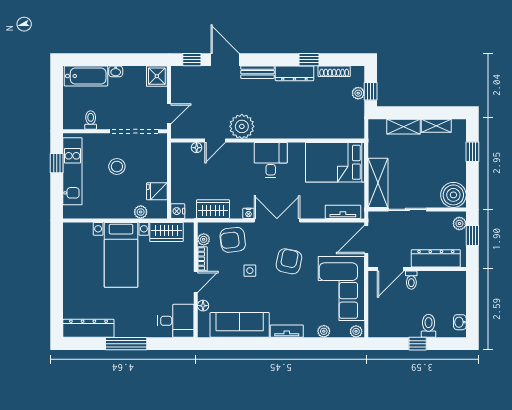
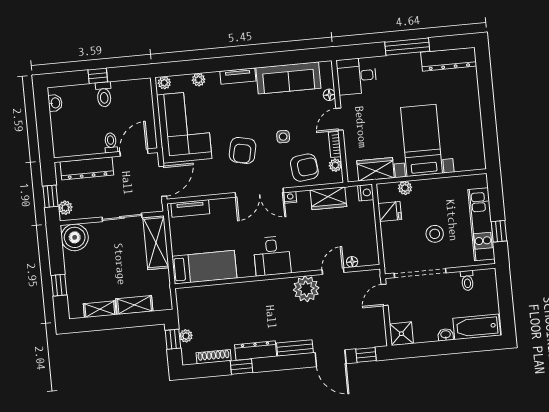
bed: (335, 162) -> (204, 267), width x0.67
toilet: (429, 326) -> (104, 94), moved

